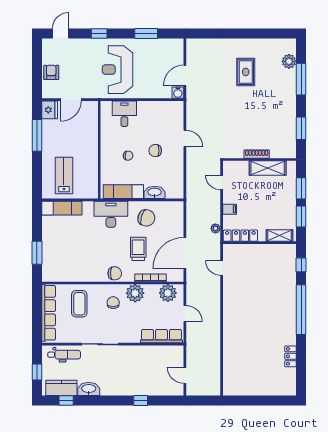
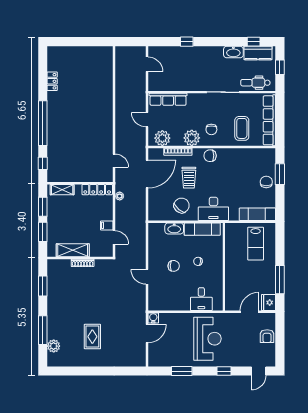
filing cabinet: (230, 209) -> (107, 225), moved
chair: (146, 218) -> (182, 205), turned 114
chair: (52, 244) -> (266, 182), added

